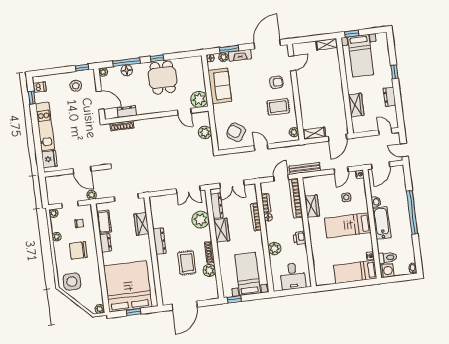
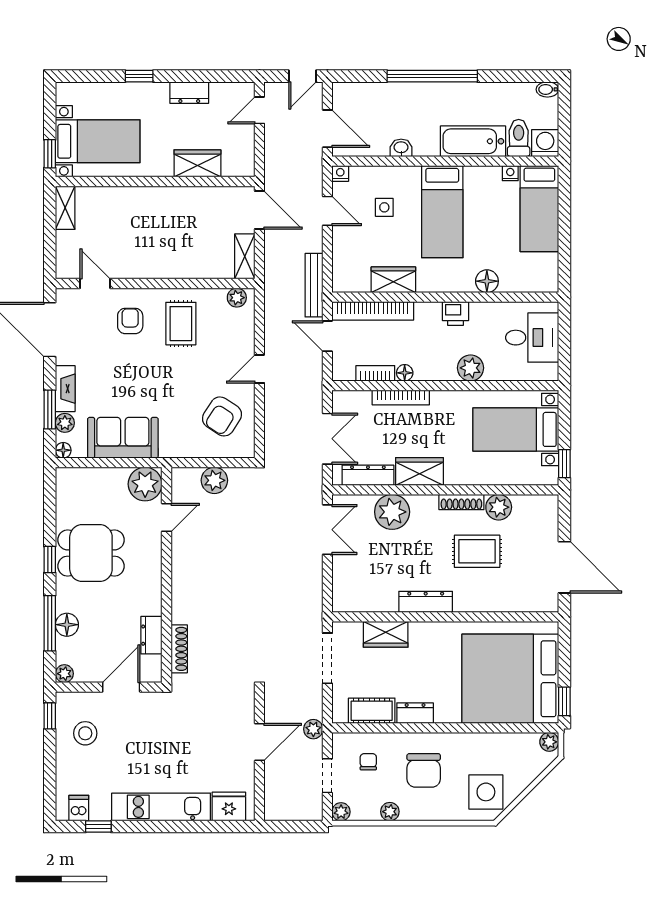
bathtub: (382, 223) -> (473, 141), moved
floor lamp: (317, 251) -> (487, 281), added
window: (134, 312) -> (564, 701), moved

